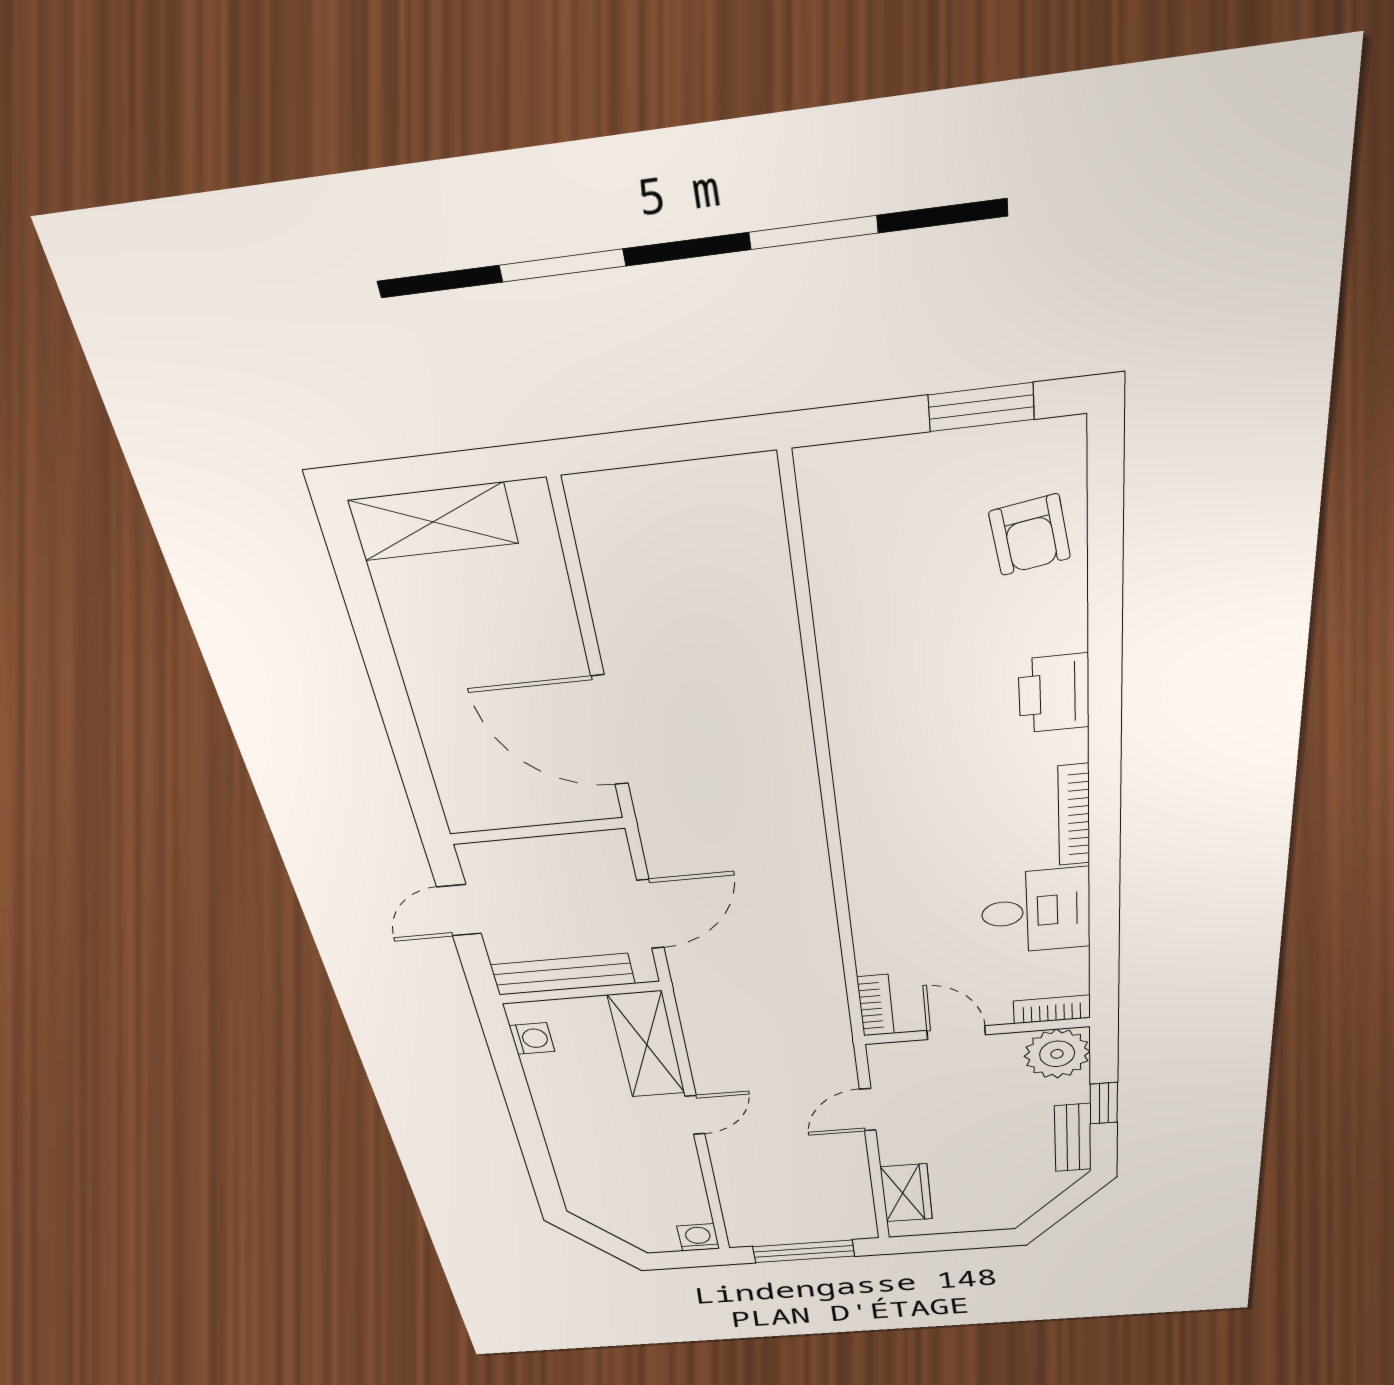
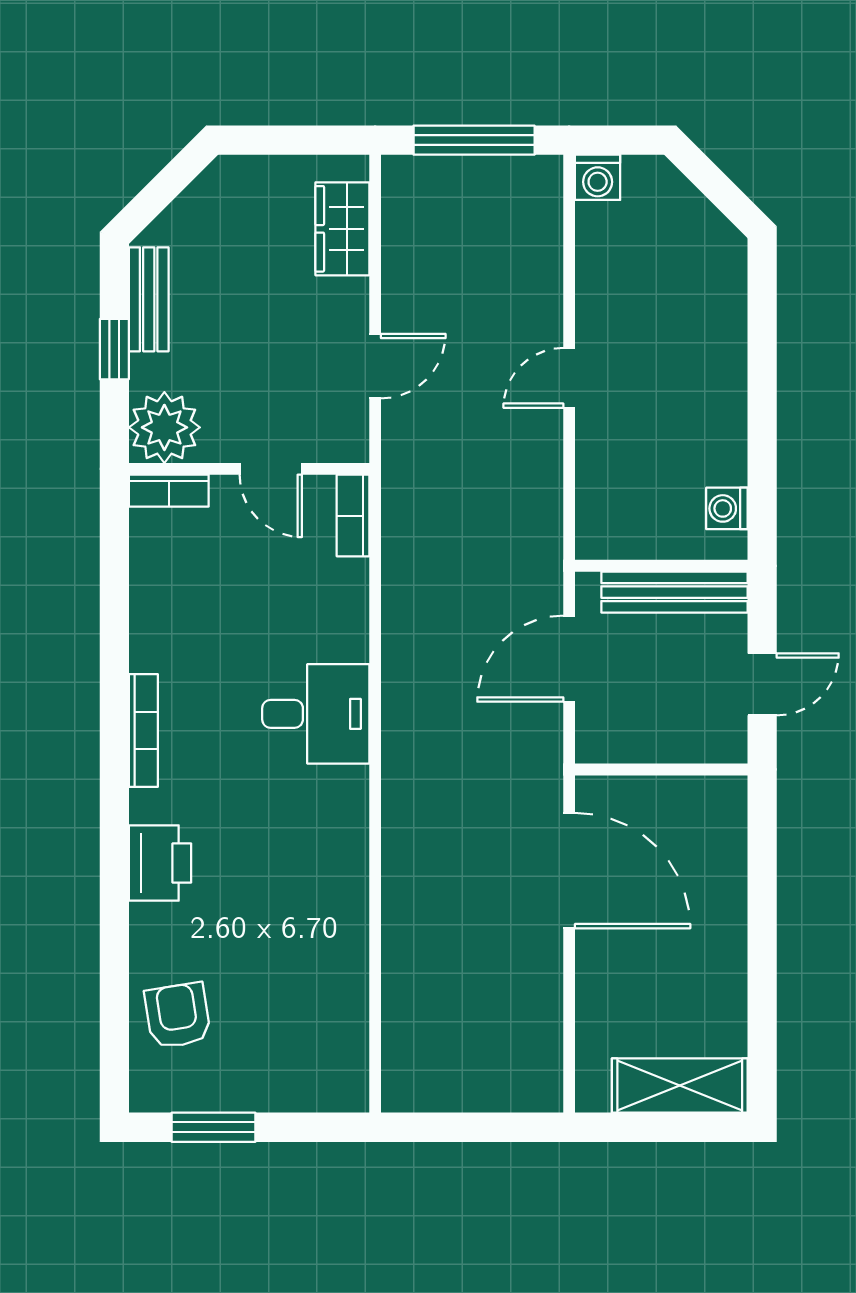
desk: (1036, 911) -> (316, 714), moved, turned 180
shelving: (647, 1045) -> (604, 486), removed

